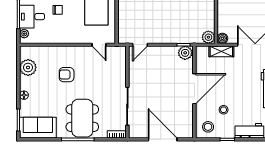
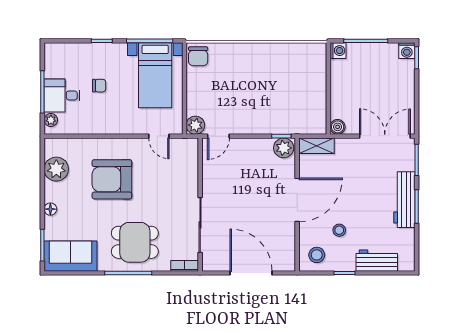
plant: (208, 37) -> (195, 125), moved
shelving: (221, 51) -> (316, 146), moved
armchair: (67, 75) -> (112, 179), width x1.88, depth x1.88
dining table: (82, 118) -> (135, 242), width x0.73

